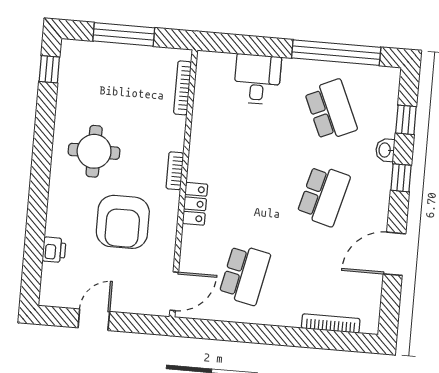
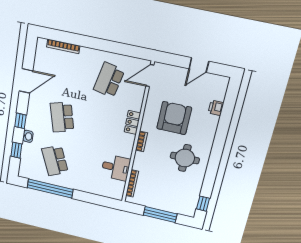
desk: (257, 79) -> (116, 168), moved, turned -90
school desk: (324, 195) -> (62, 117), turned -30

